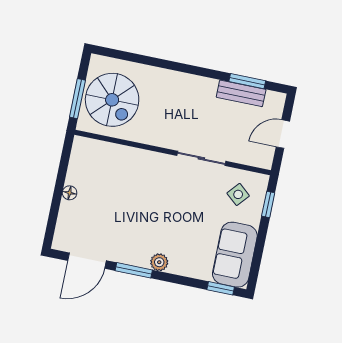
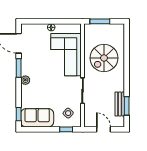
spiral stairs: (112, 100) -> (104, 58), moved
corner sofa: (127, 175) -> (66, 55), added

